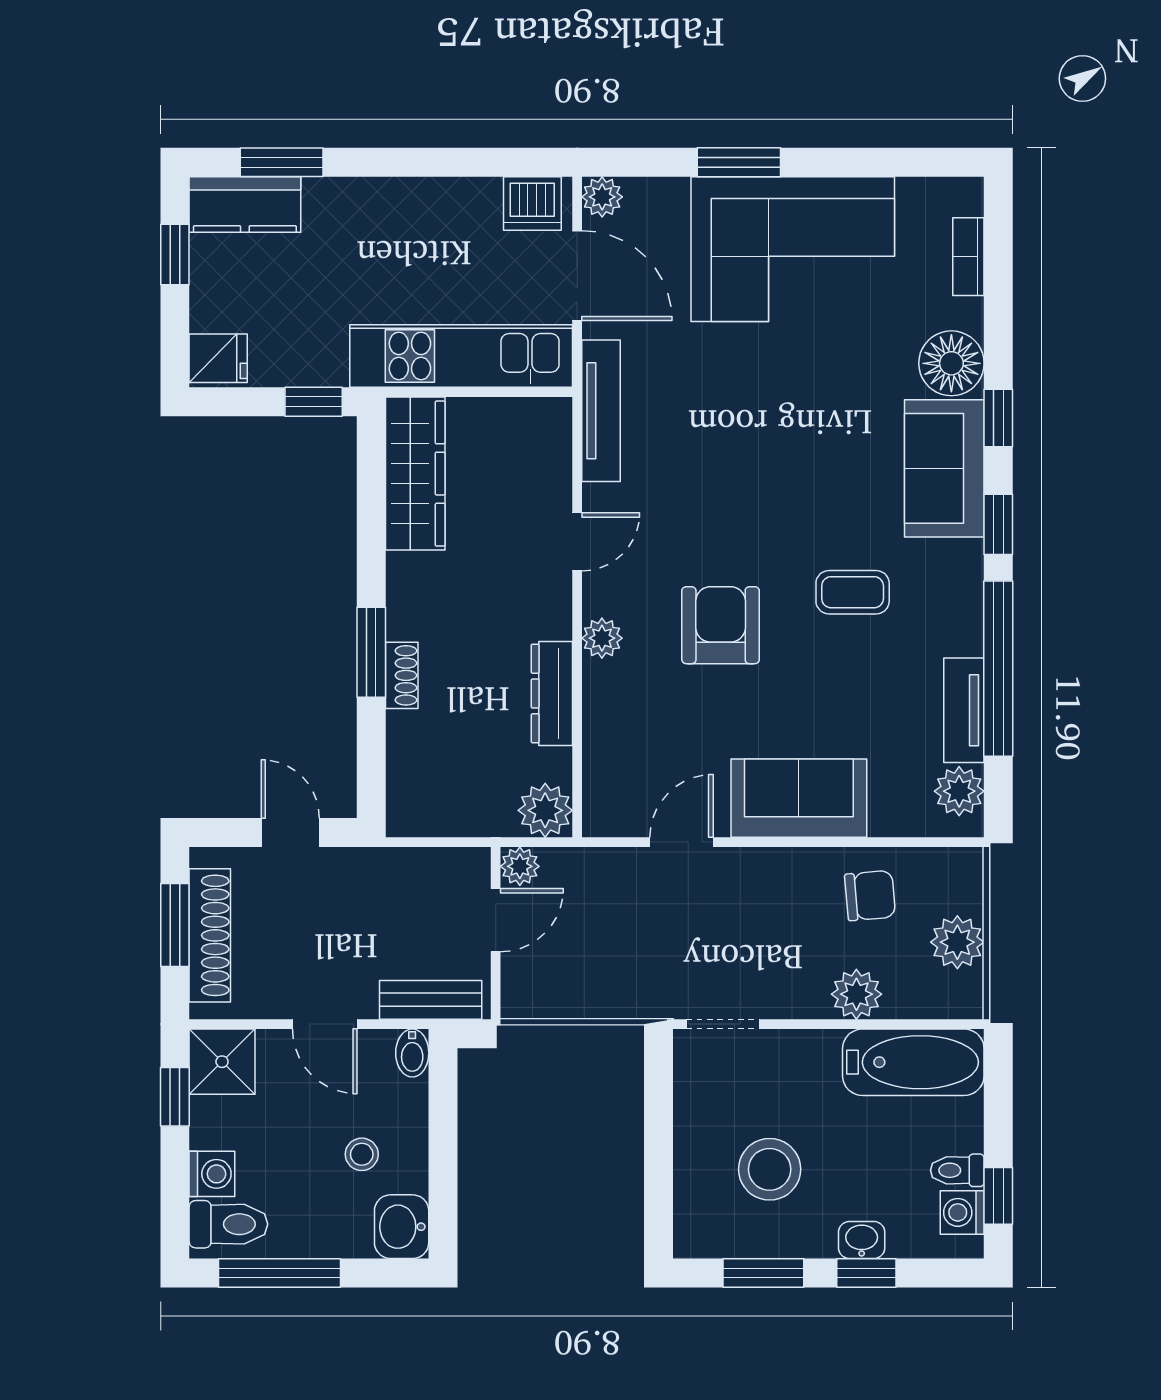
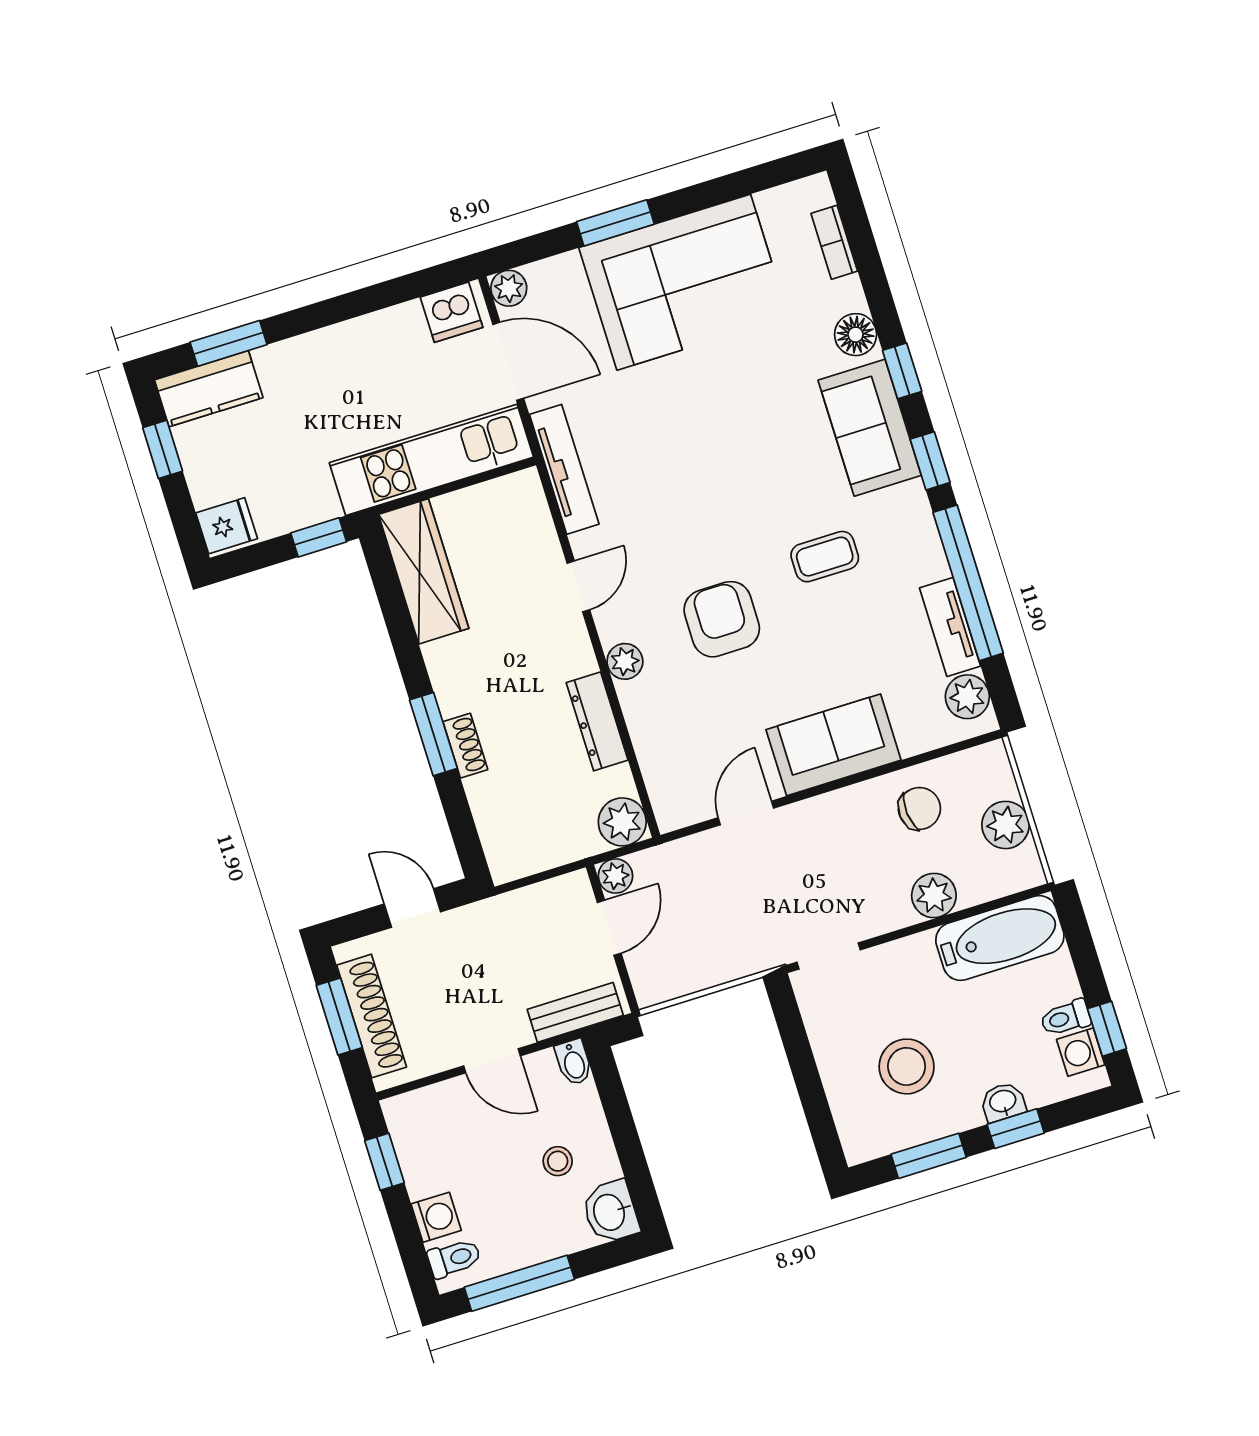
floor lamp: (951, 363) -> (856, 335), width x0.73, depth x0.73
shower: (222, 1062) -> (415, 1120), removed
toilet: (228, 1224) -> (454, 1258), width x0.73, depth x0.72

